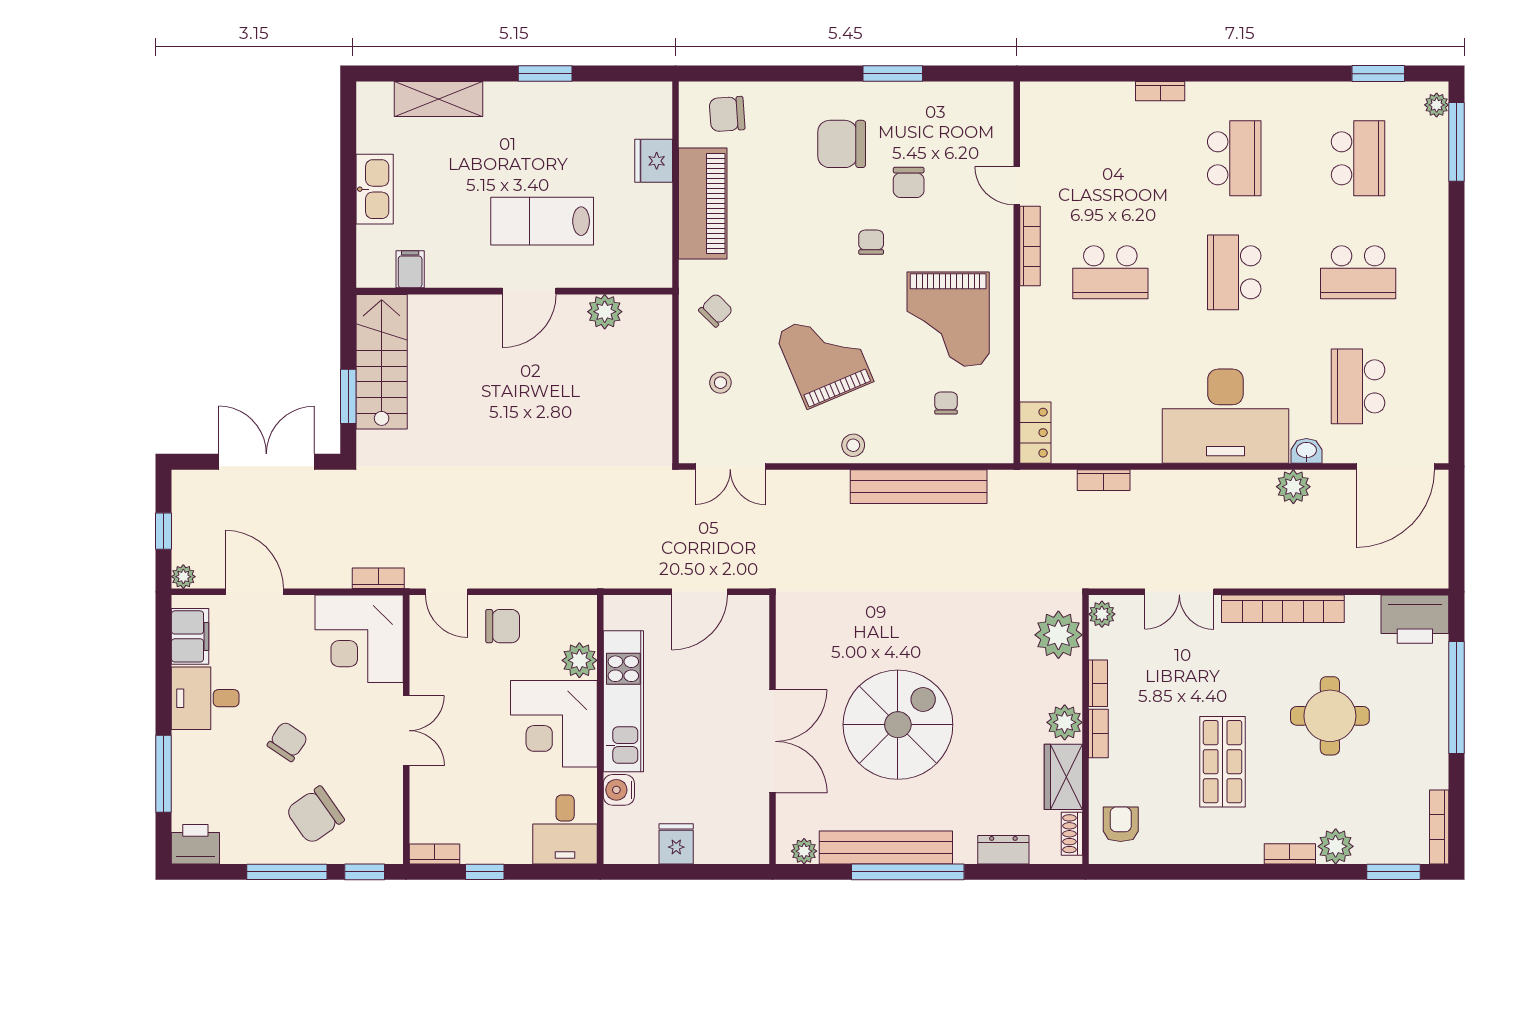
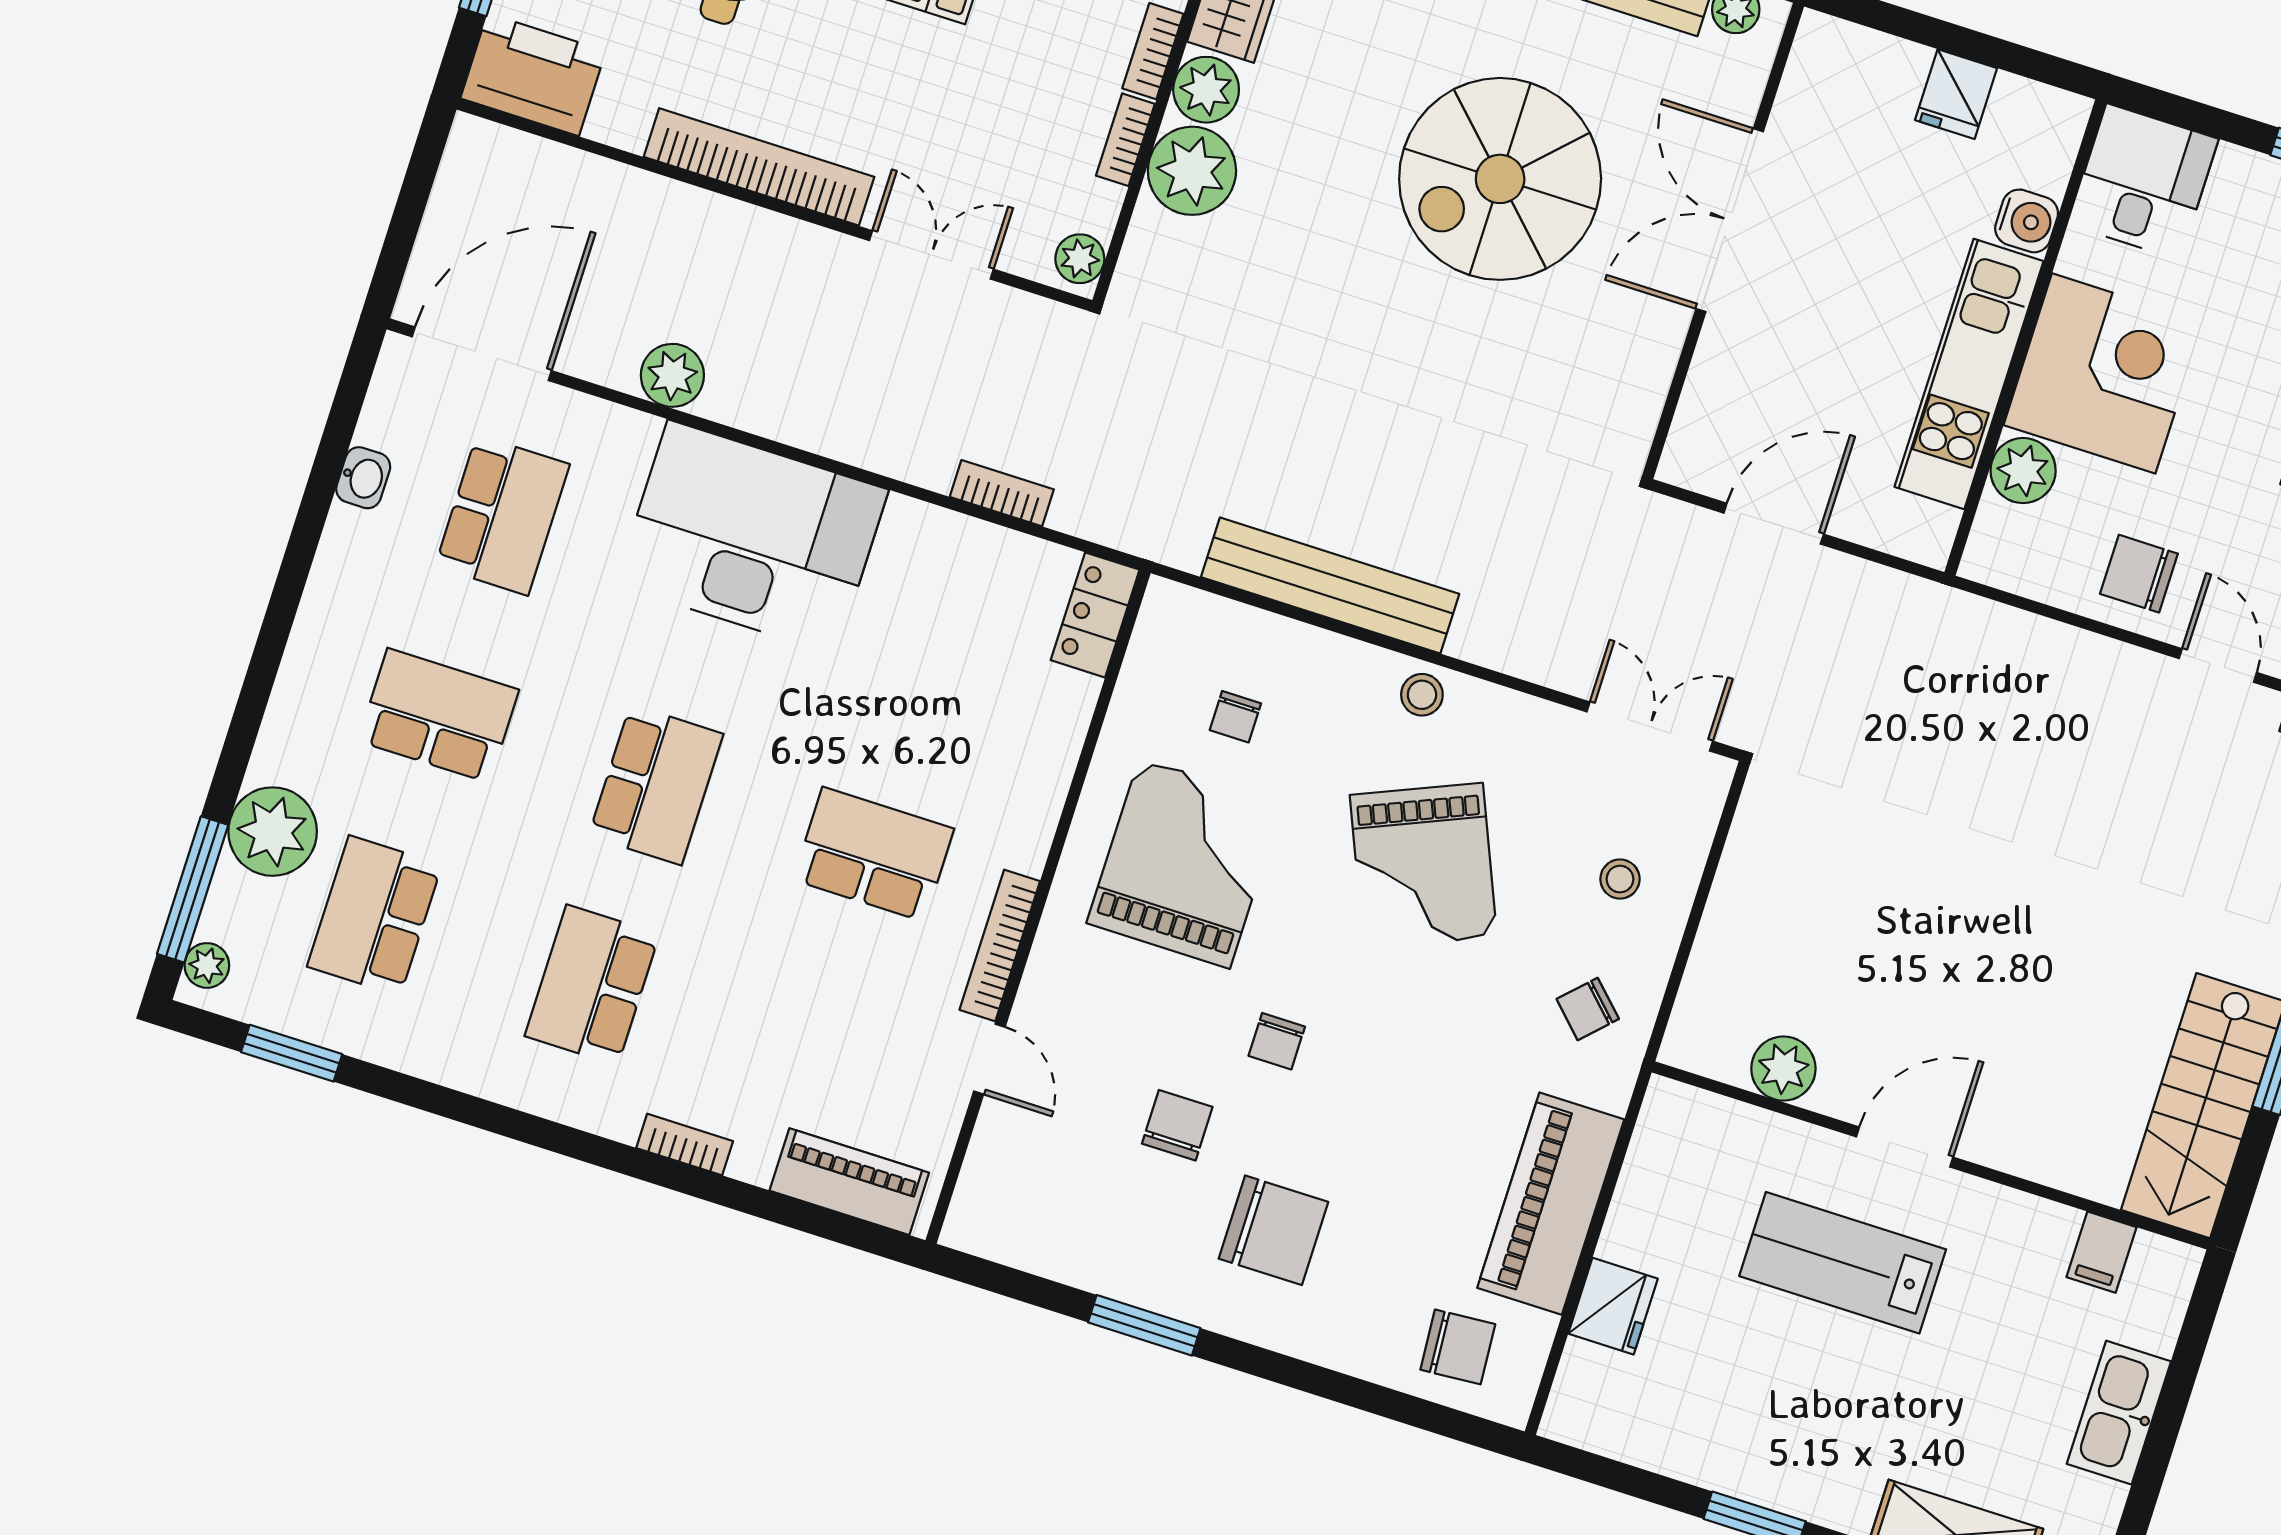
piano: (1069, 99) -> (849, 1182), added
plant: (1425, 185) -> (273, 832), added
lab bench: (542, 221) -> (1843, 1263), turned 180
washbasin: (1306, 451) -> (363, 478), moved, turned -90
plant: (1058, 635) -> (1192, 171), moved

